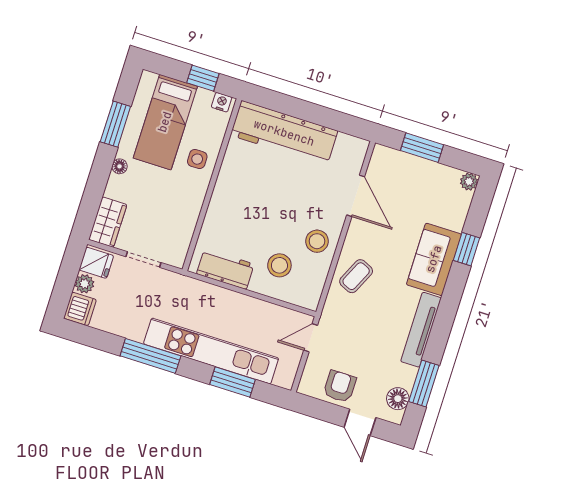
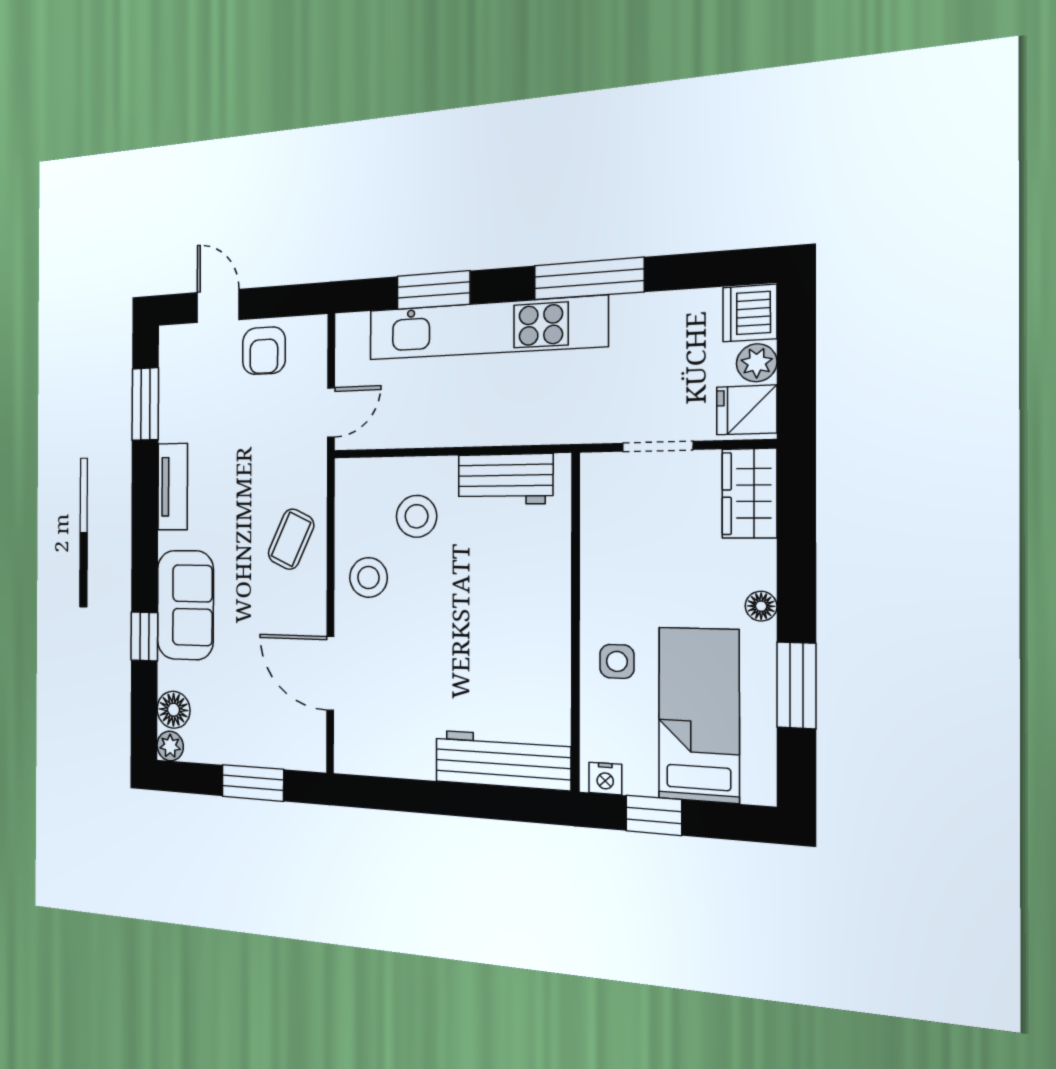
workbench: (284, 133) -> (502, 760), width x0.73, depth x0.76
tv unit: (421, 330) -> (173, 487), width x0.71
floor lamp: (398, 399) -> (174, 710), moved

